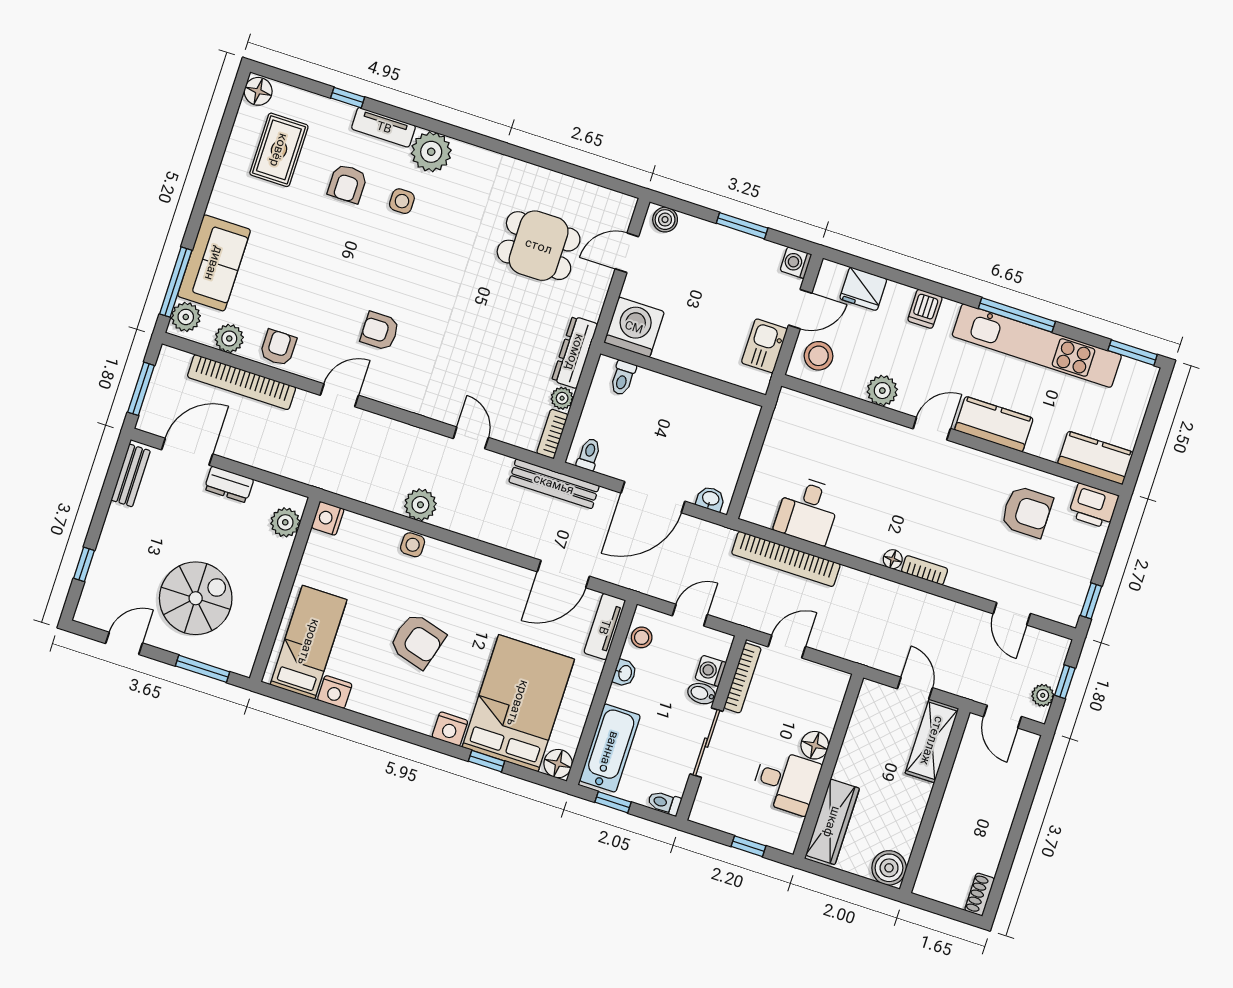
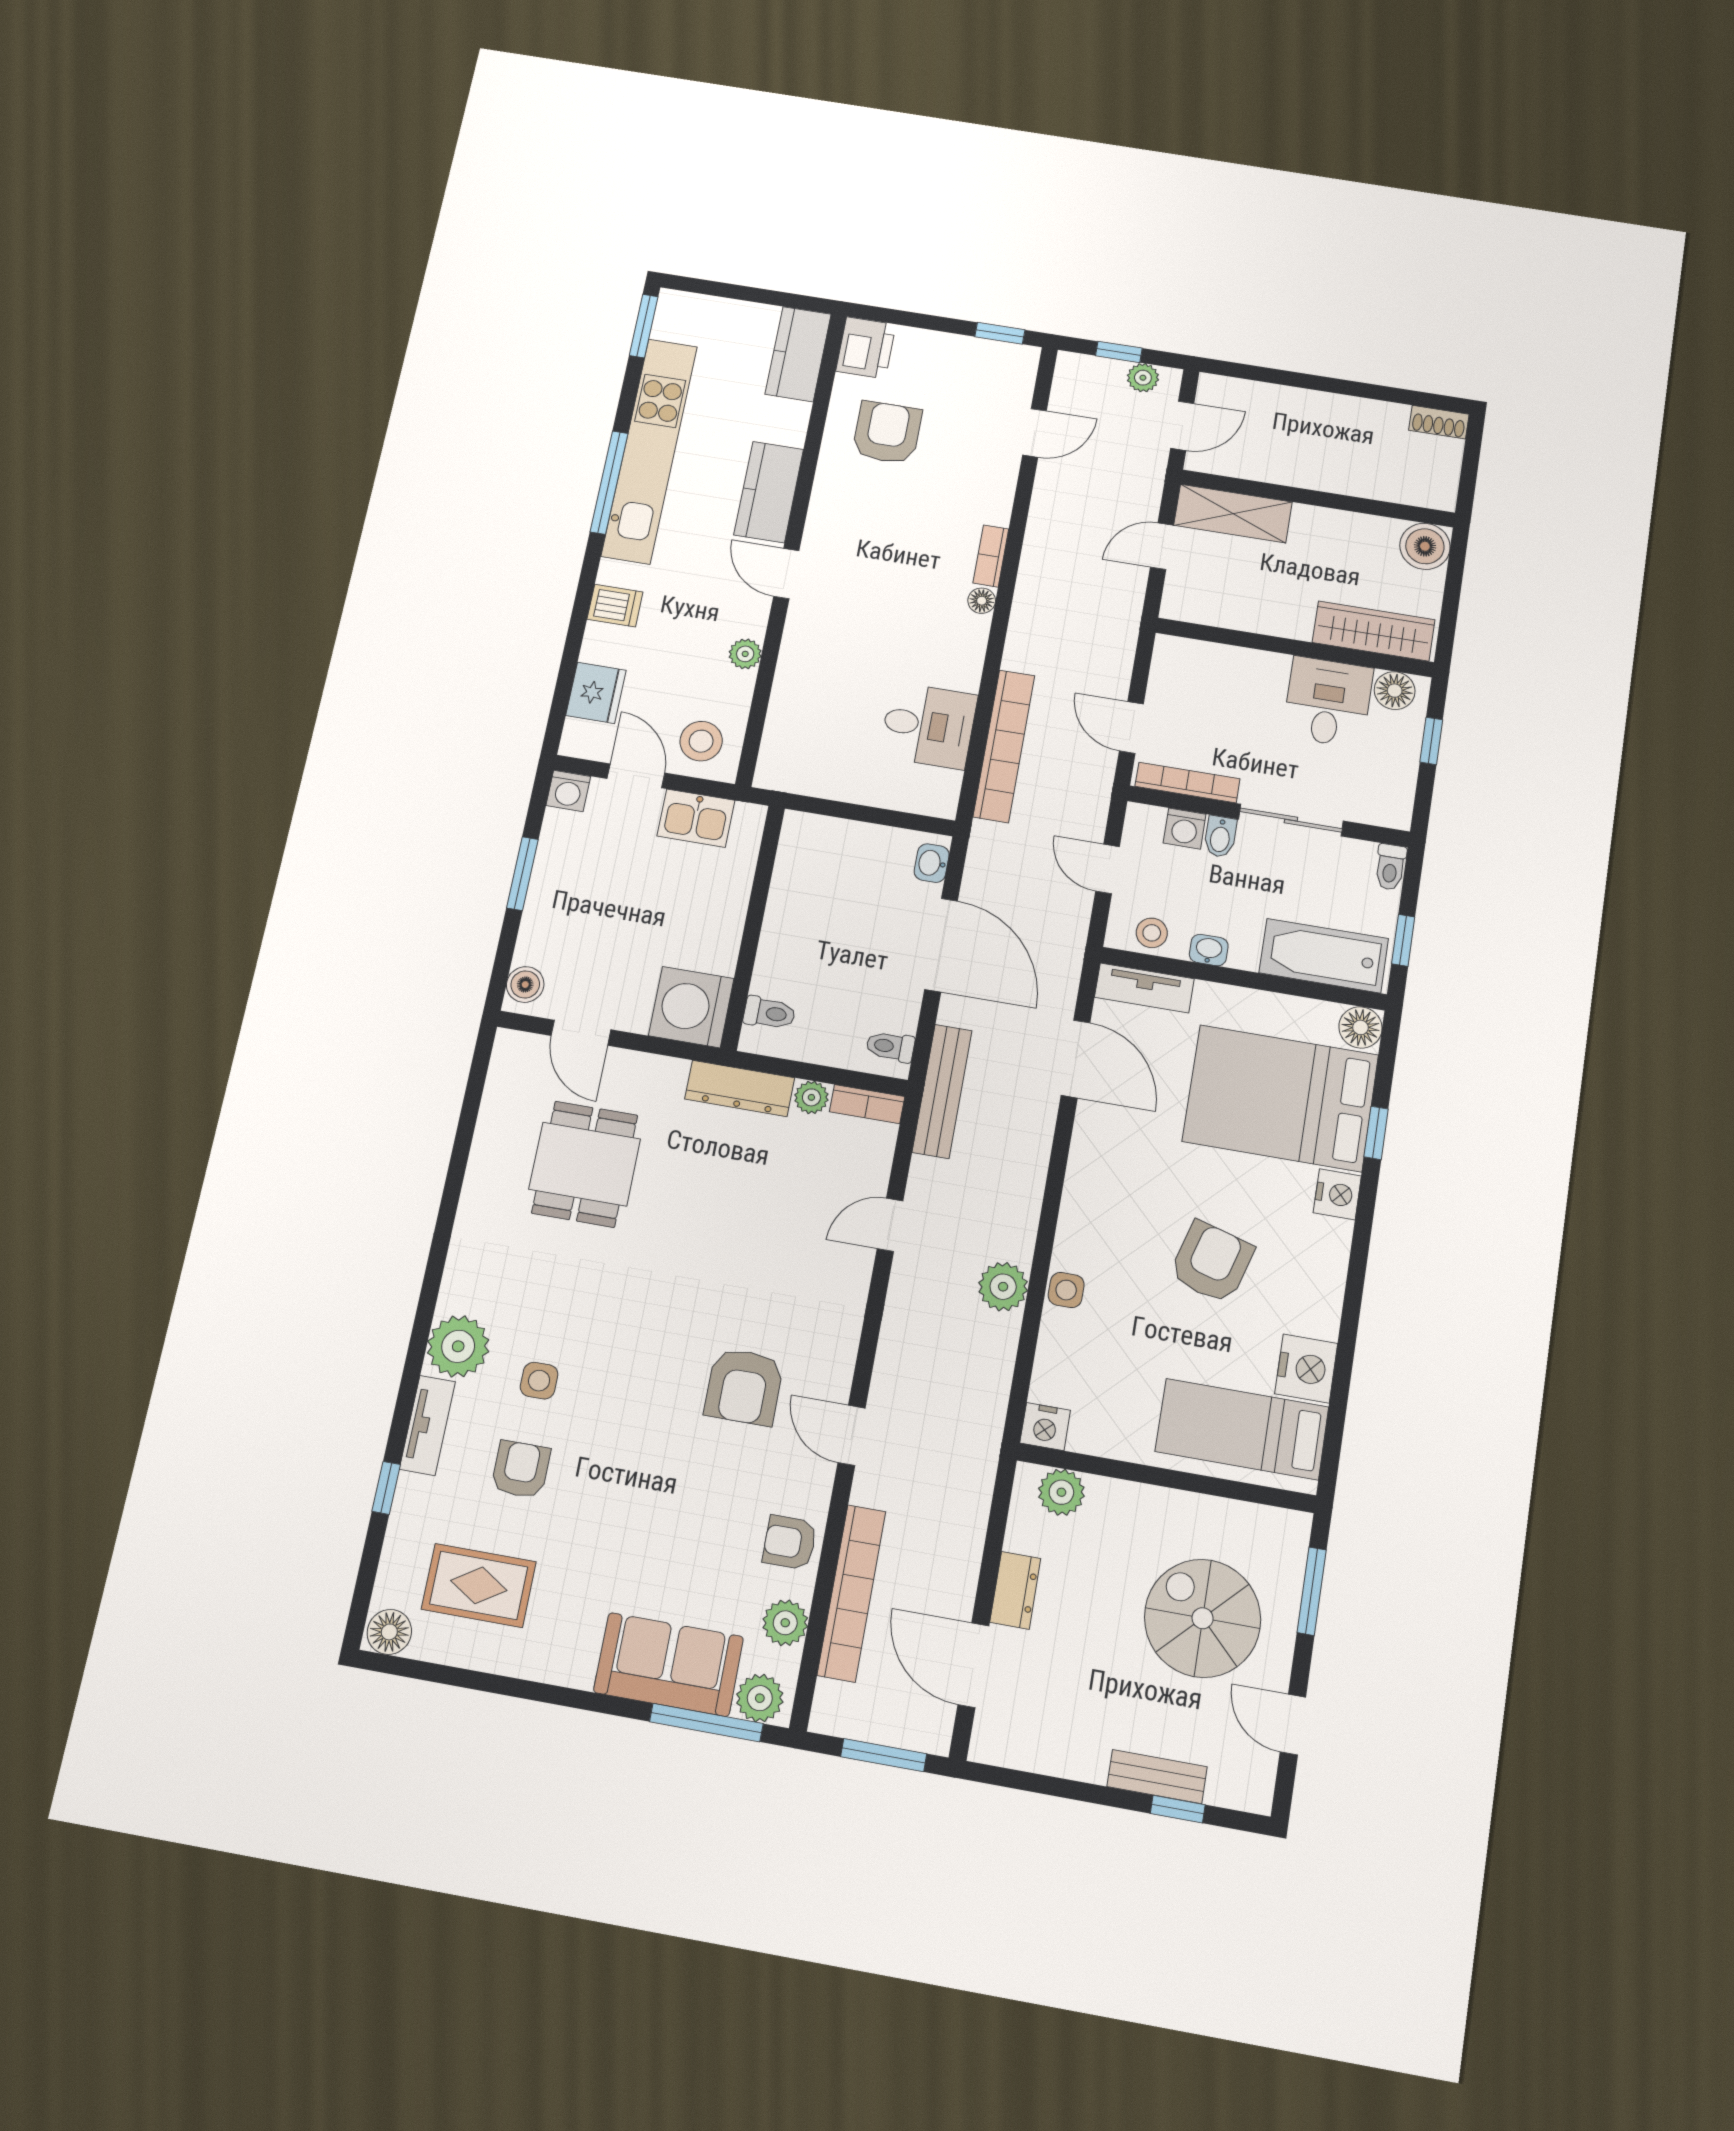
armchair: (347, 184) -> (521, 1470), turned -90
armchair: (380, 331) -> (744, 1387), width x1.38, depth x1.38
plant: (882, 391) -> (745, 654), width x0.73, depth x0.73
bench: (131, 475) -> (1157, 1777), moved
nightstand: (335, 692) -> (1306, 1369), width x1.36, depth x1.33
floor lamp: (815, 745) -> (1395, 691), moved

